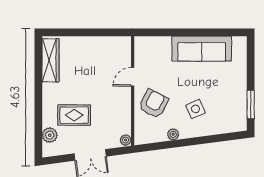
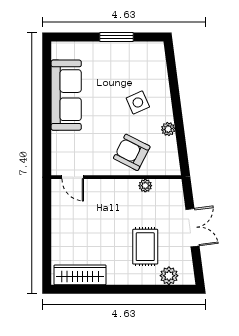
door: (133, 77) -> (73, 177), moved
window: (251, 104) -> (116, 37), moved
plant: (126, 140) -> (145, 186), moved

